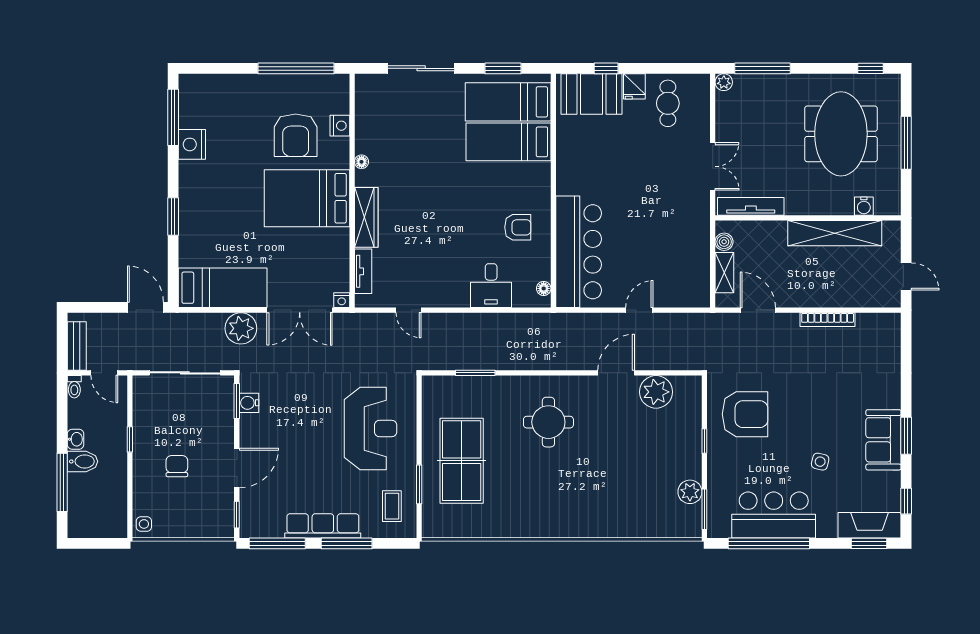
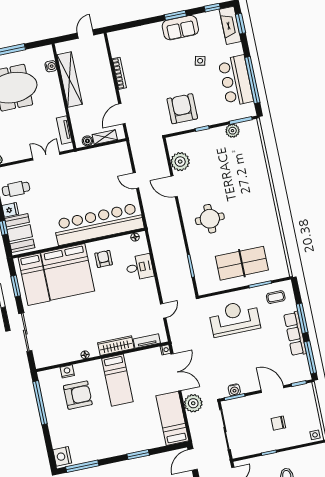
bed: (508, 142) -> (68, 272), width x2.04
nightstand: (192, 144) -> (62, 456), moved, turned 90
bed: (307, 198) -> (117, 380), width x0.67
tv unit: (751, 206) -> (64, 130), width x0.71
bar counter: (579, 252) -> (99, 224), width x1.36

